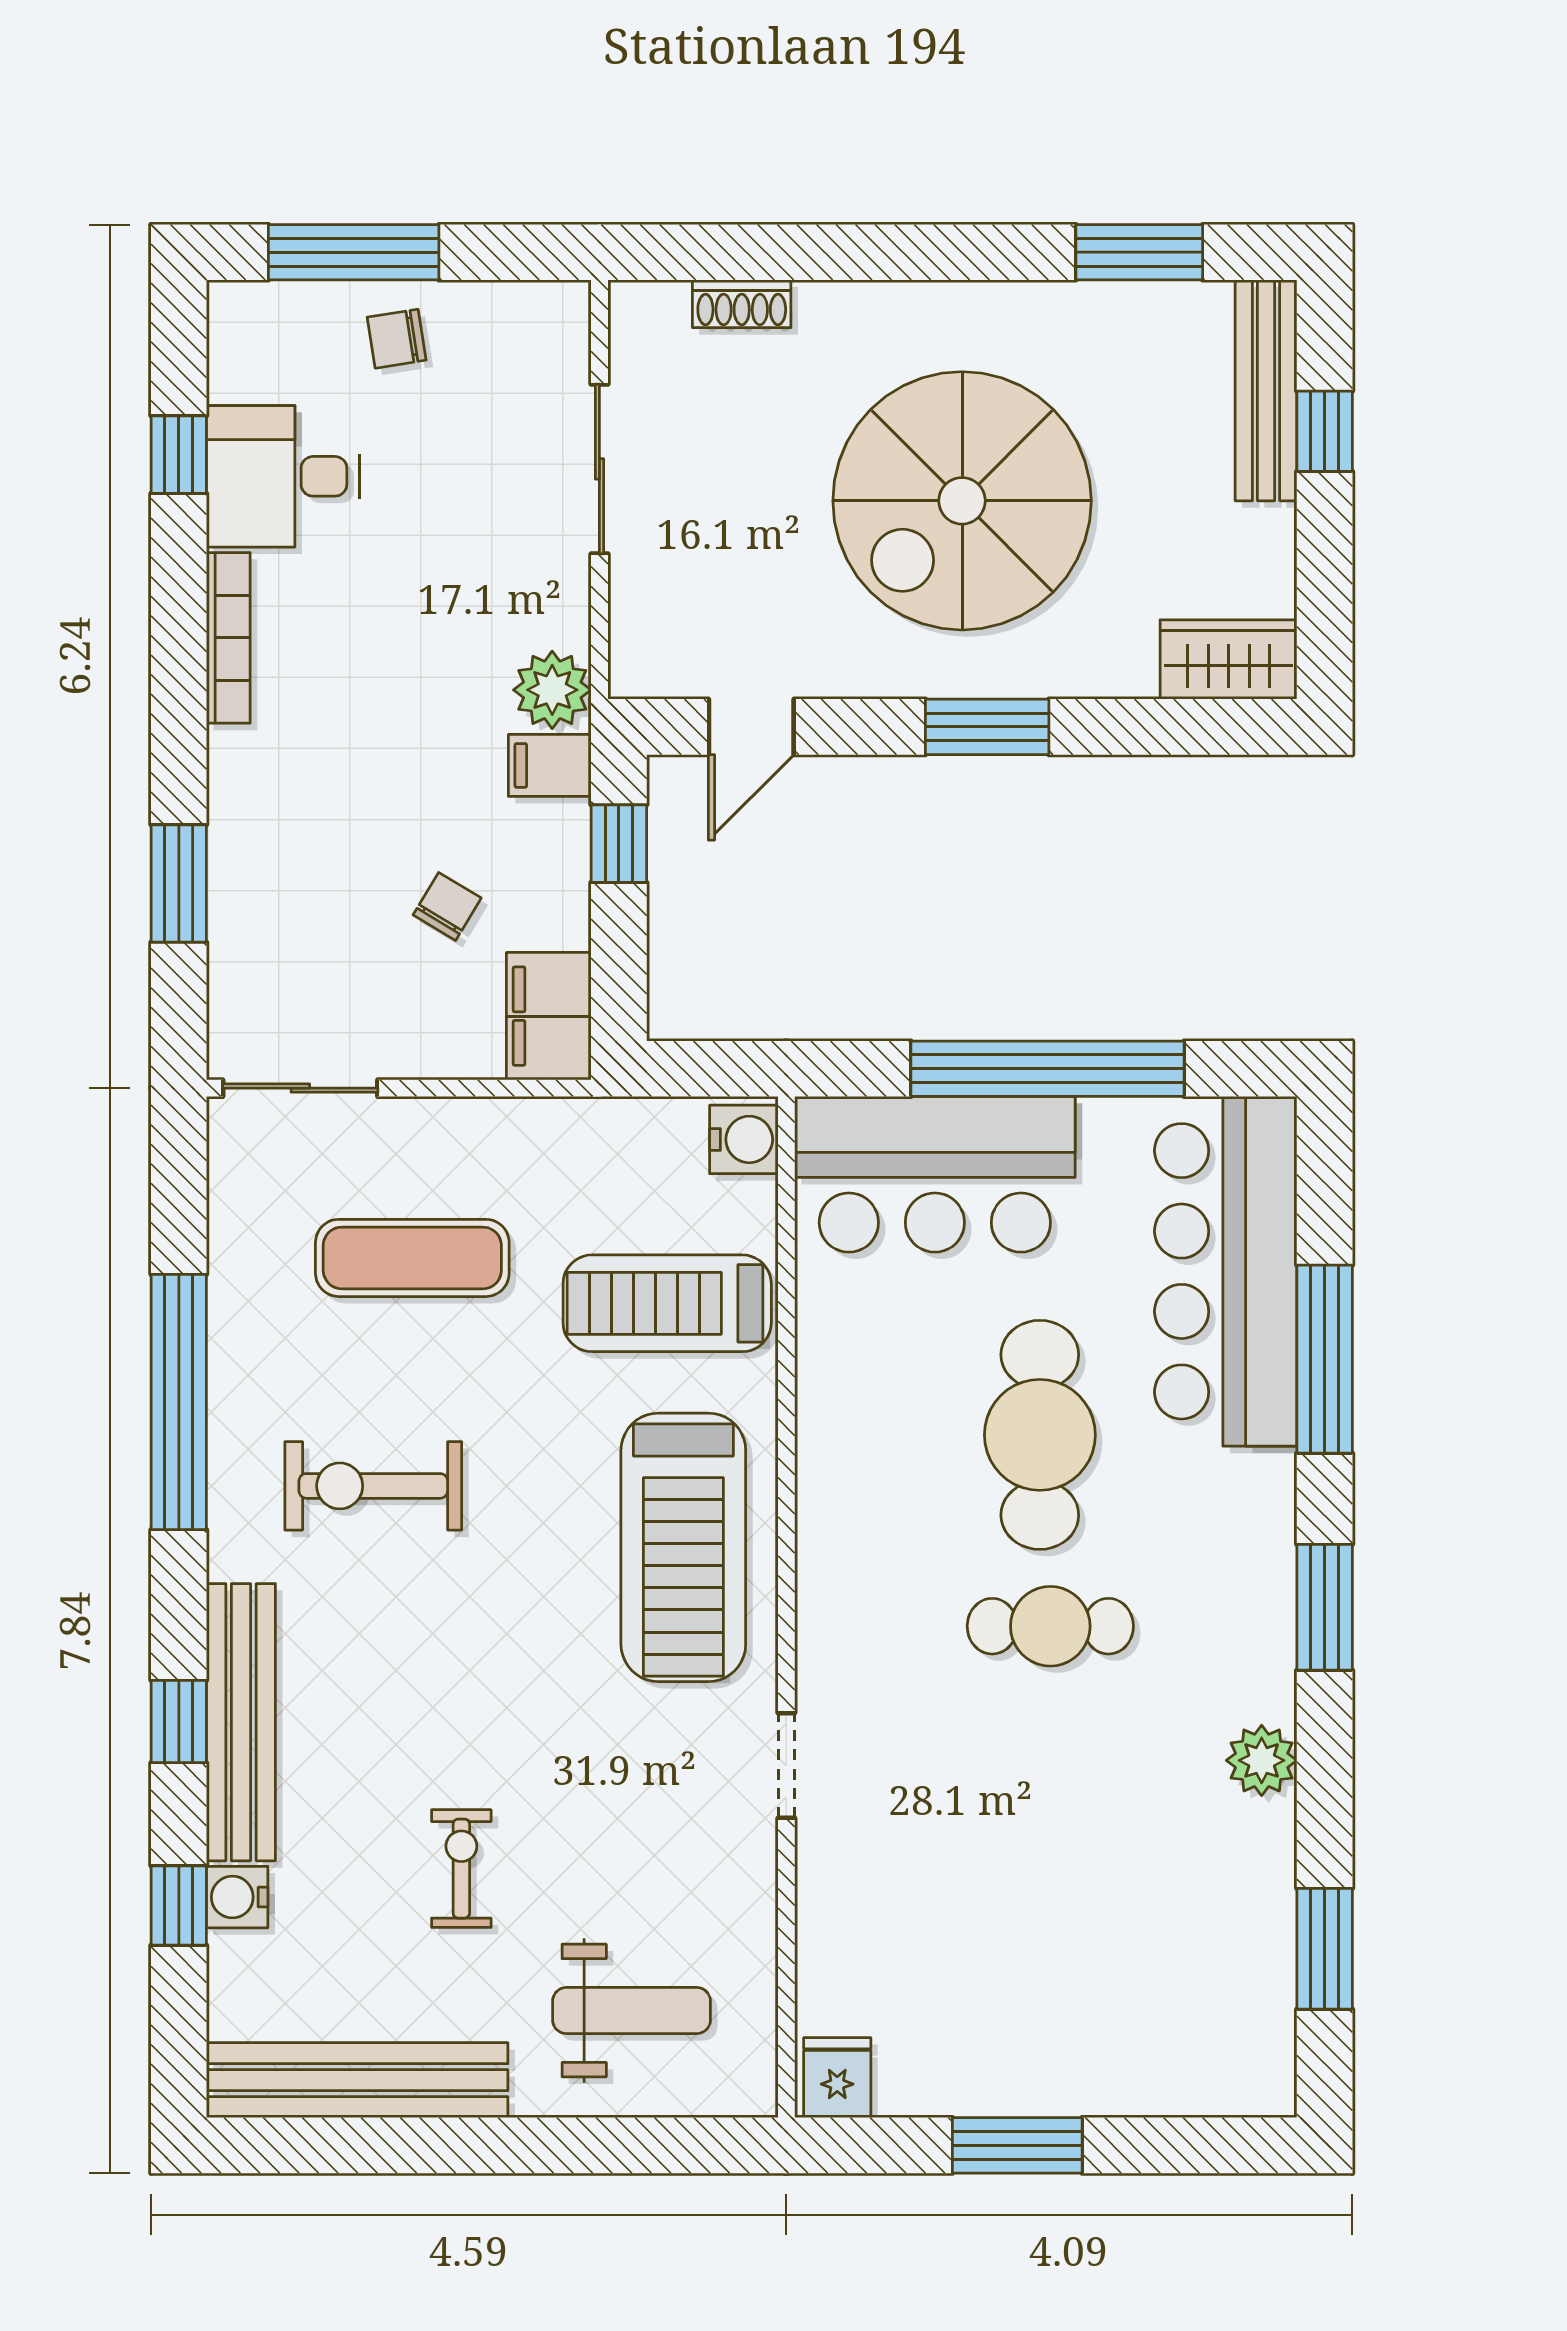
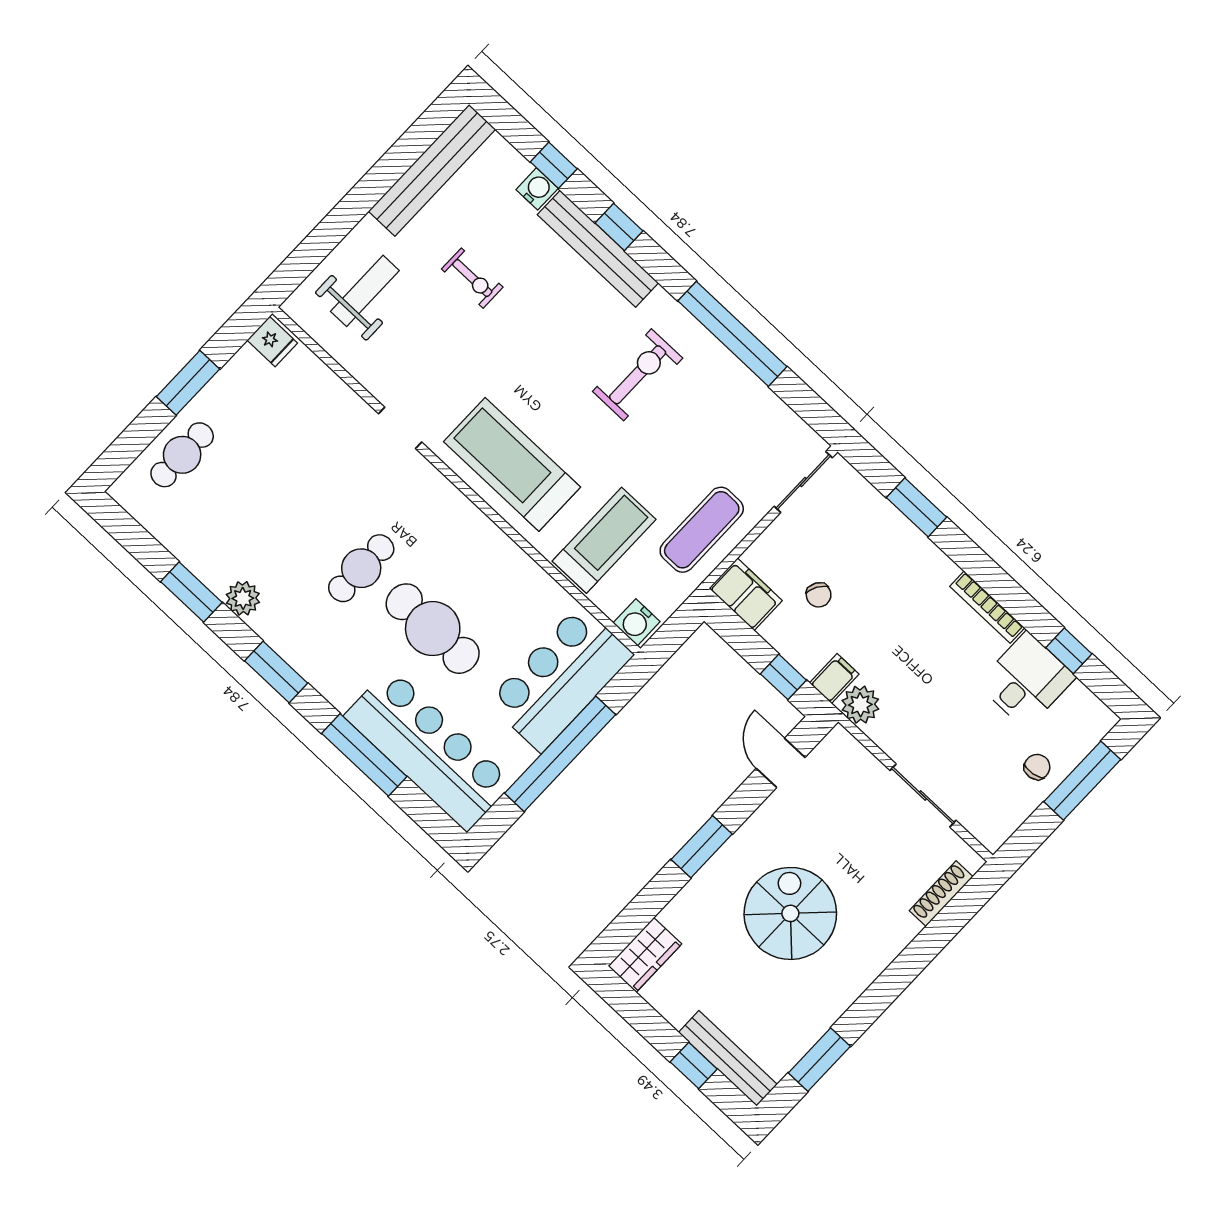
shoe rack: (742, 304) -> (941, 894), width x1.43
spiral stairs: (962, 501) -> (790, 913), width x0.73, depth x0.73
exercise mat: (412, 1258) -> (702, 530), moved
window: (1325, 1949) -> (191, 592), moved
weight bench: (632, 2011) -> (365, 291), turned 180
cafe table: (1133, 2053) -> (182, 455), added

